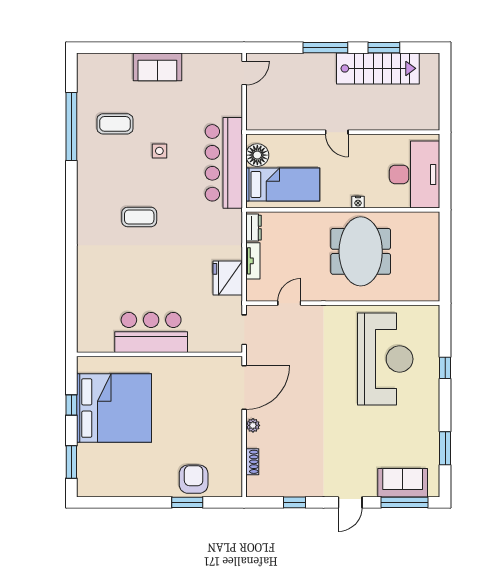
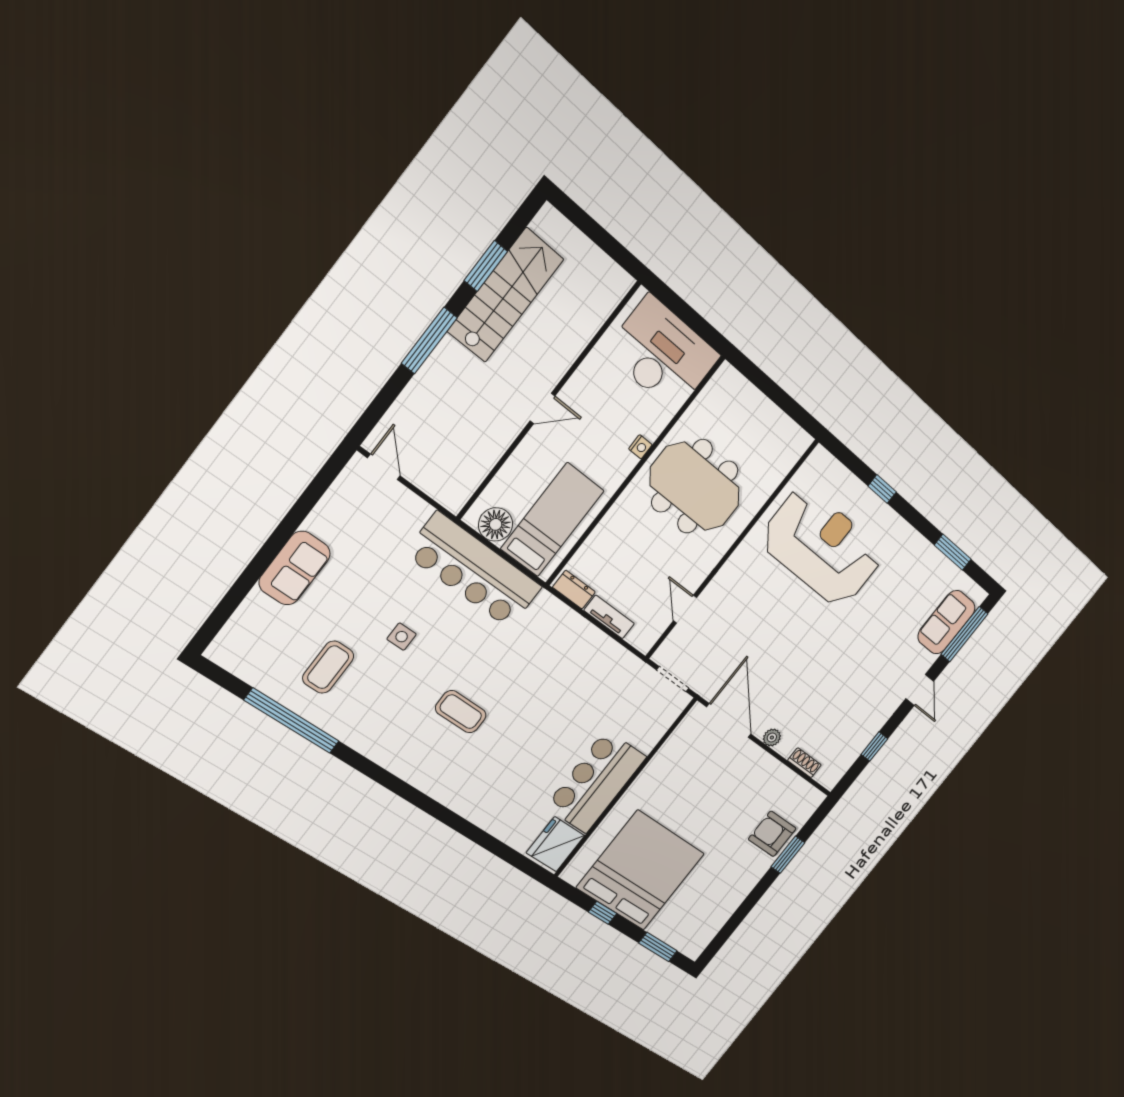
coffee table: (139, 217) -> (461, 712), turned 90
fridge: (228, 278) -> (555, 844), moved, turned 90

